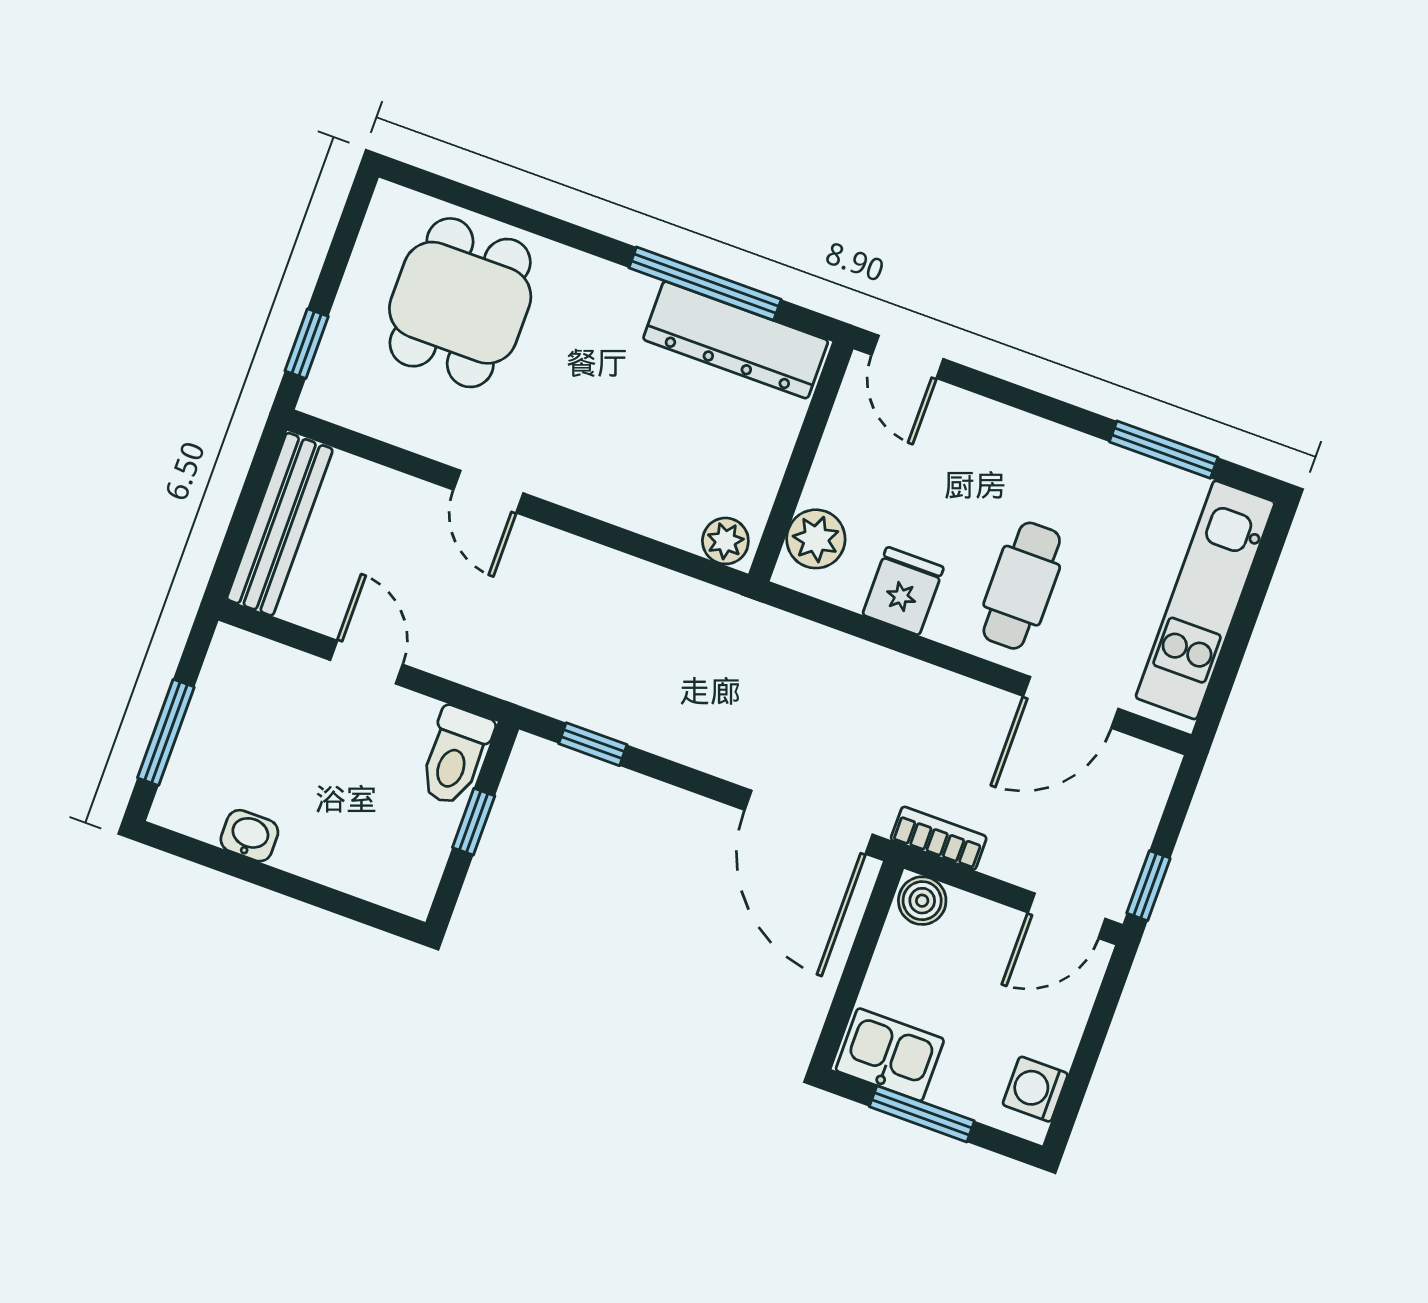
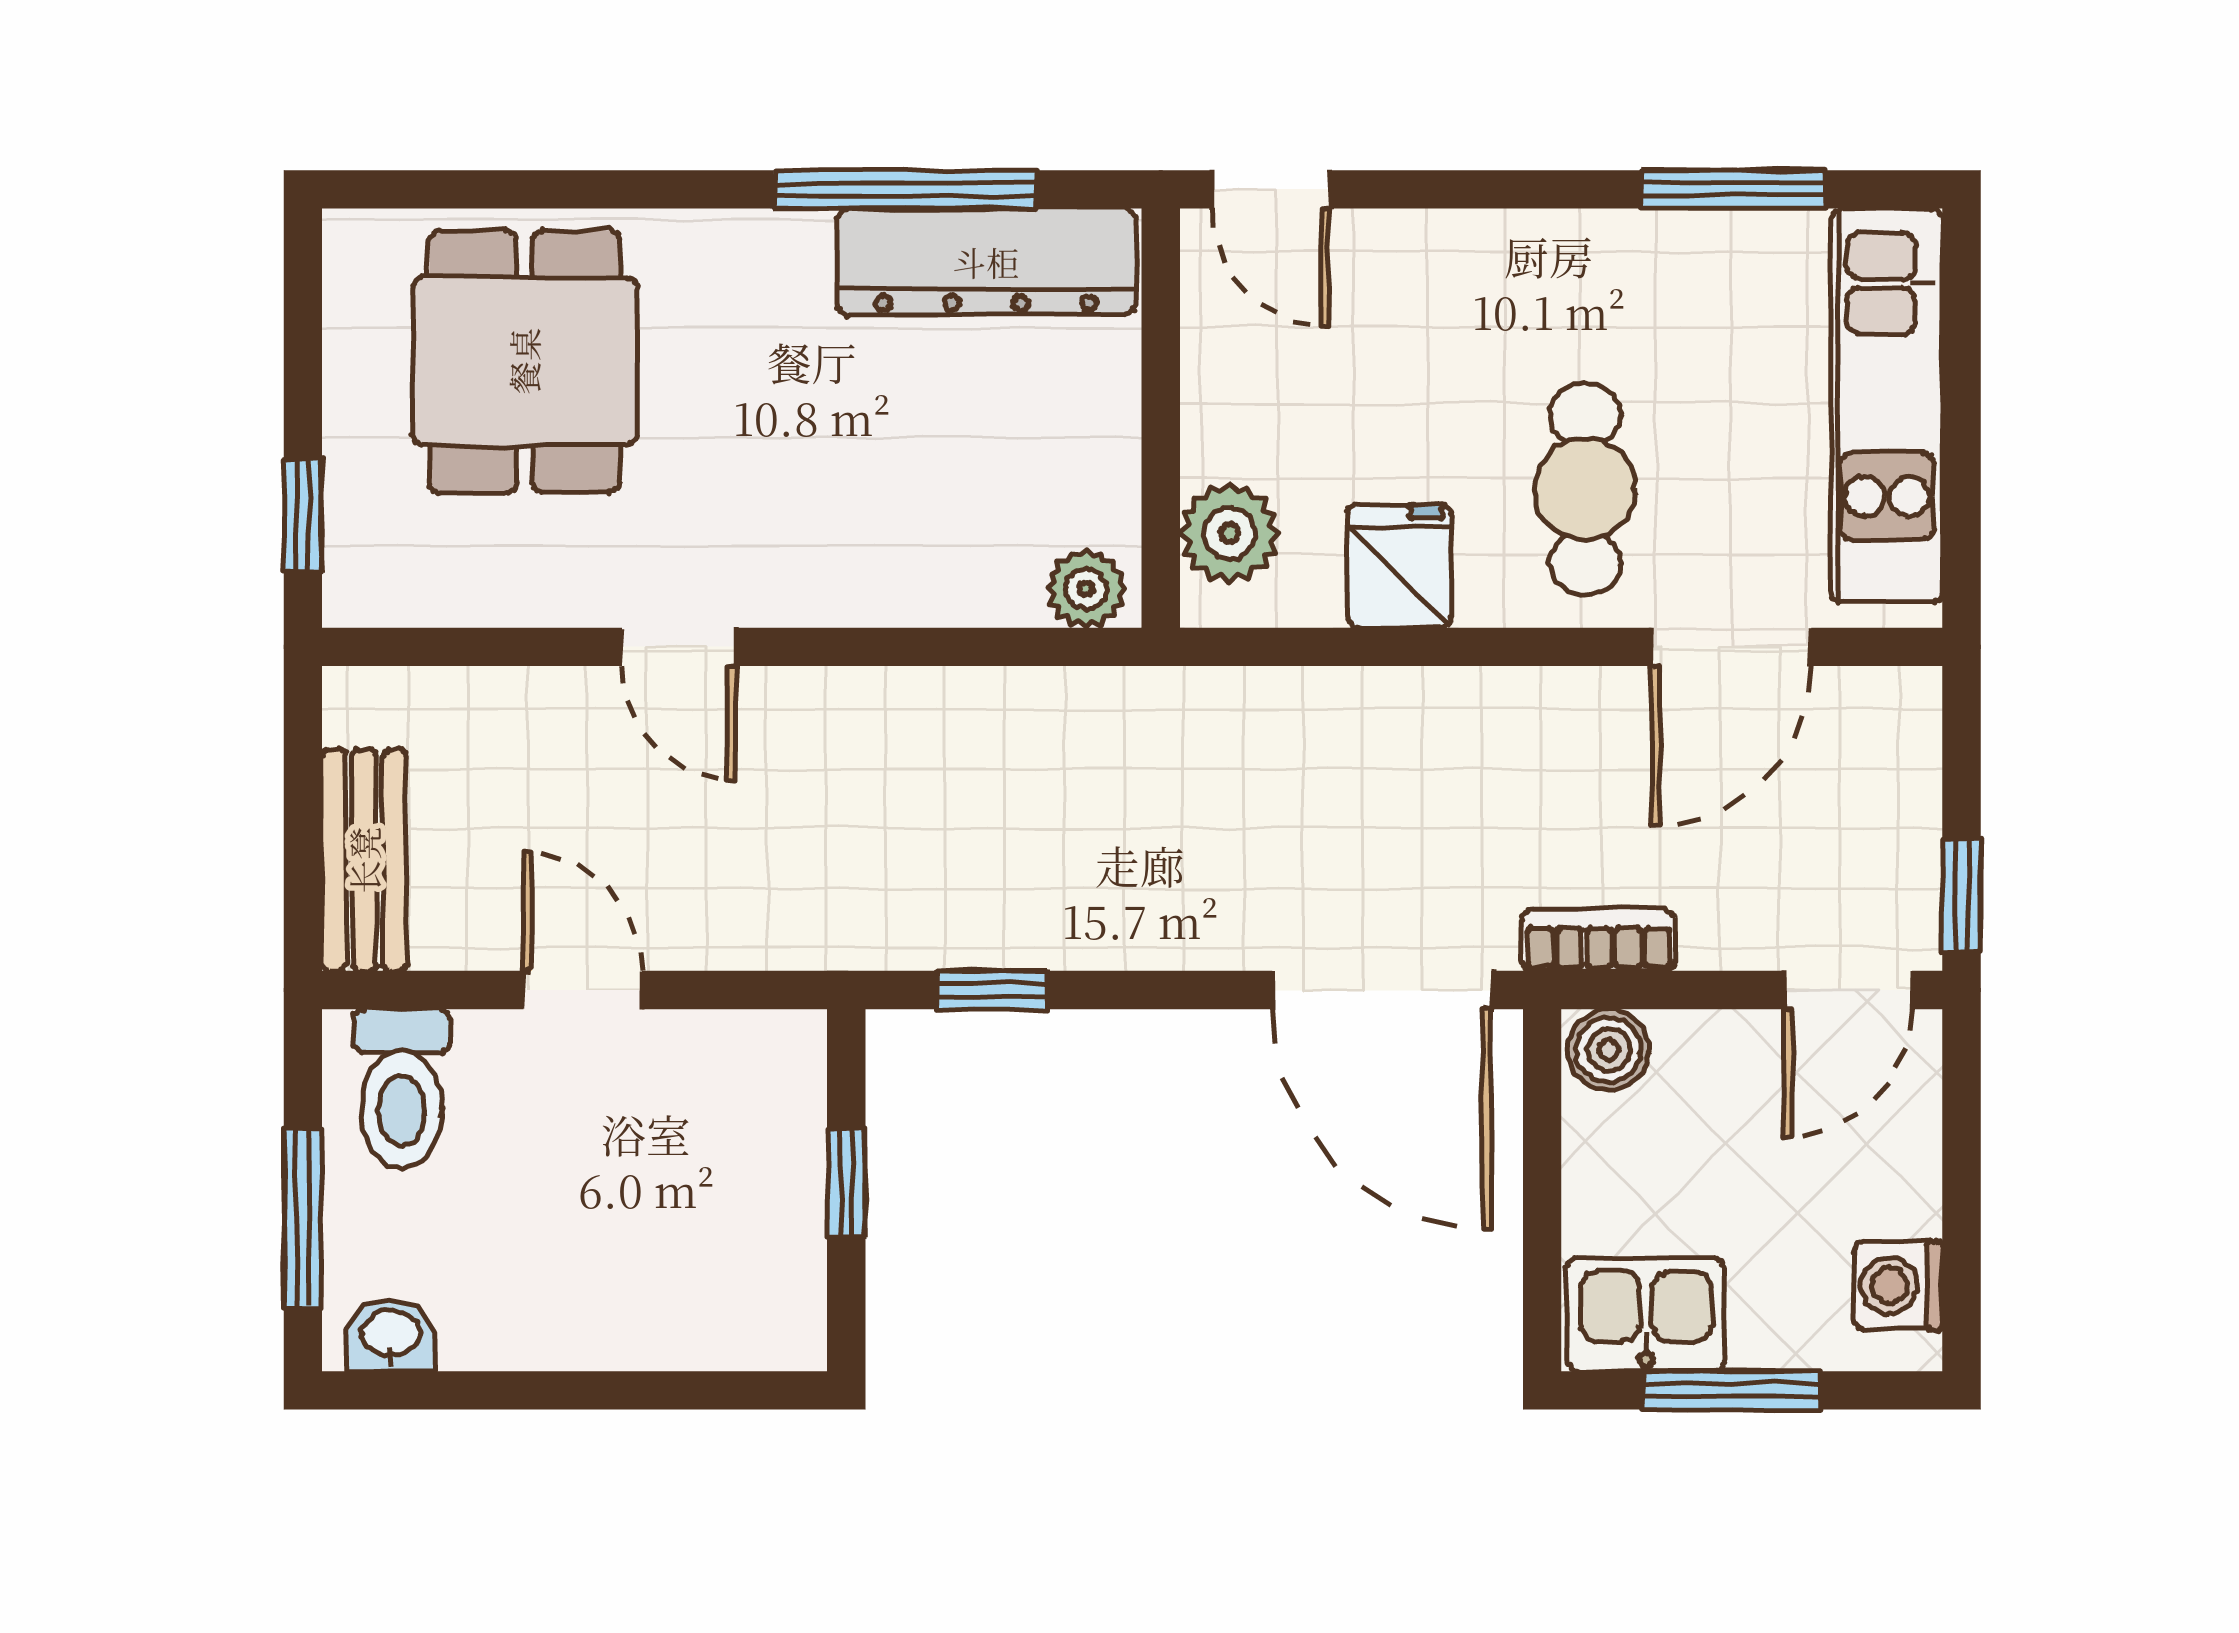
bench: (280, 524) -> (364, 860), width x0.73
toilet: (455, 756) -> (402, 1088), moved
washbasin: (249, 836) -> (390, 1335), moved

